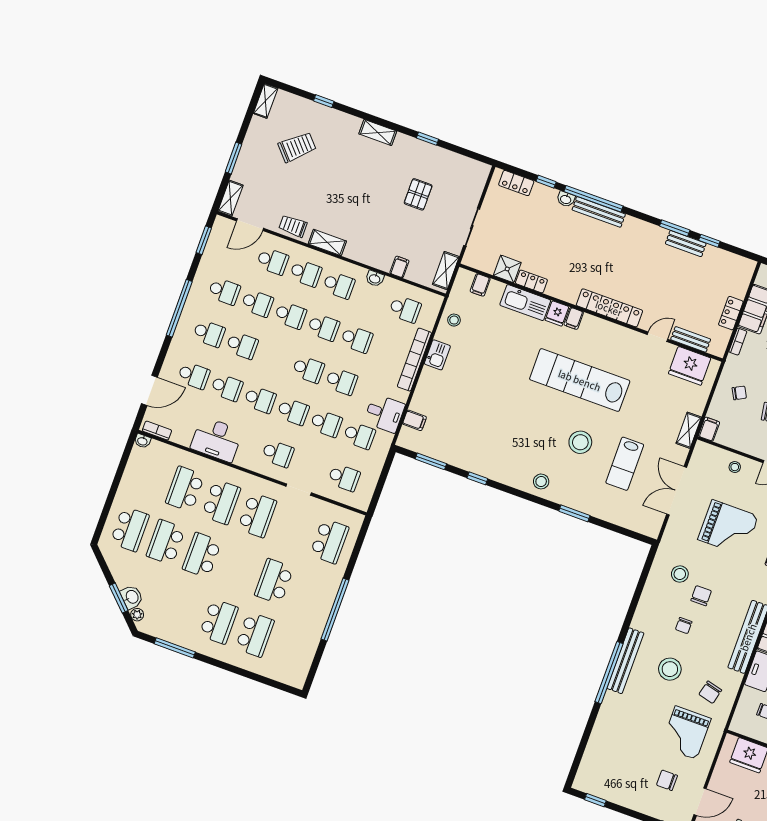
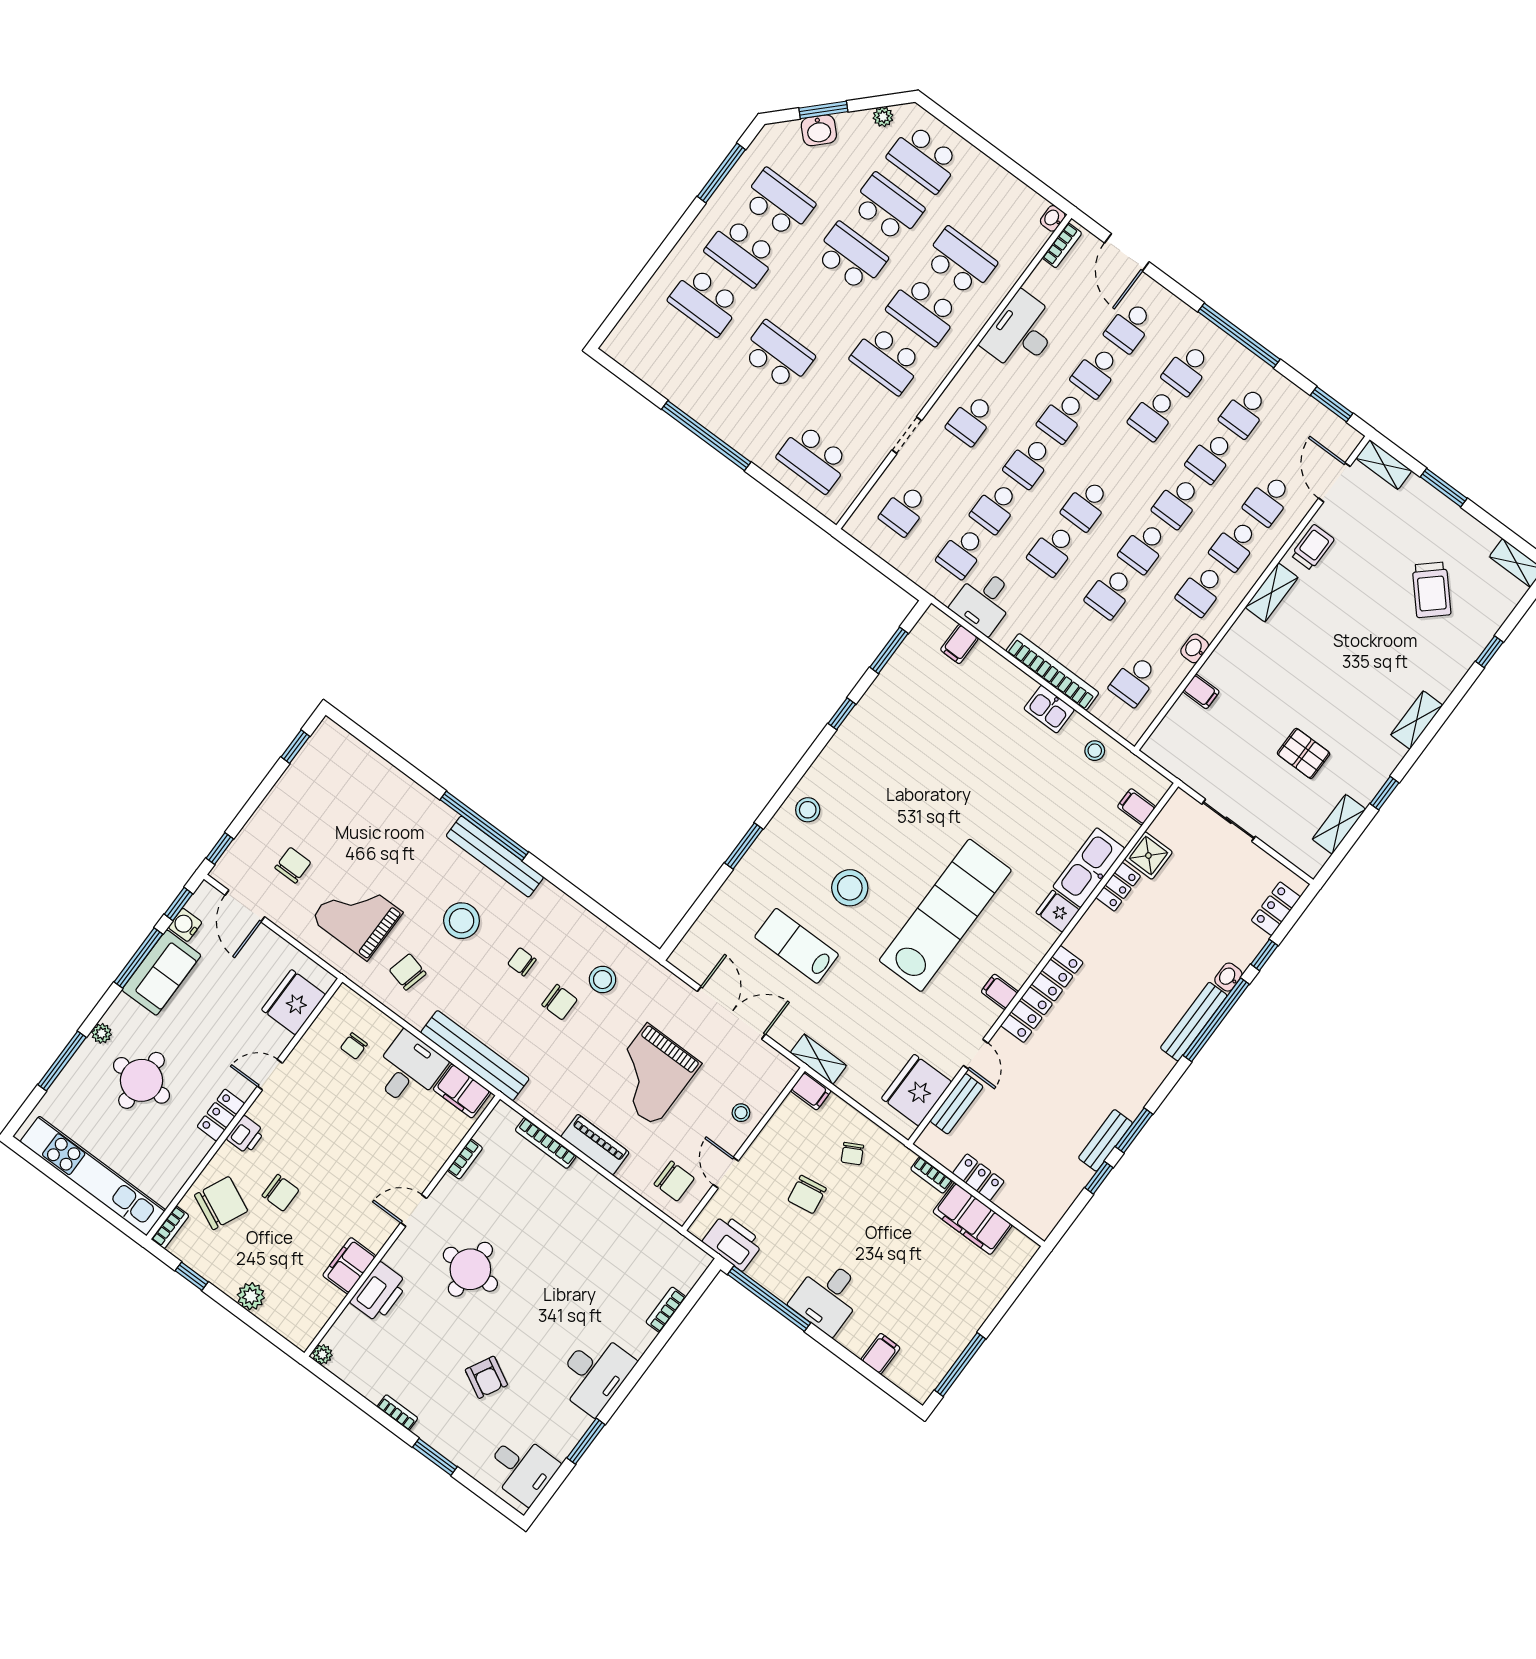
shelving: (446, 271) -> (1339, 824), moved, turned 90
filing cabinet: (574, 318) -> (1000, 992), moved
school desk: (183, 608) -> (778, 203), added
plant: (137, 615) -> (883, 117), moved

